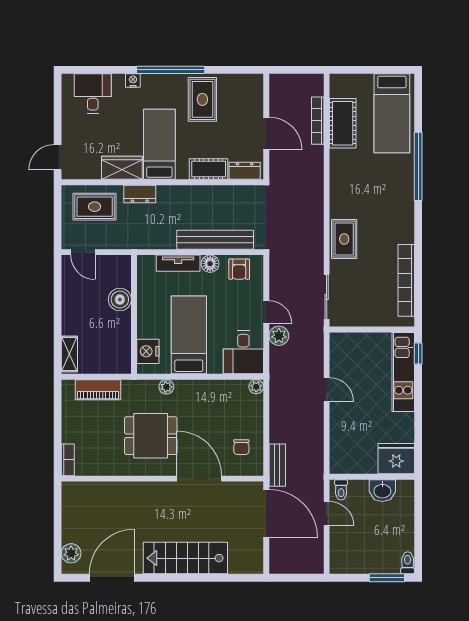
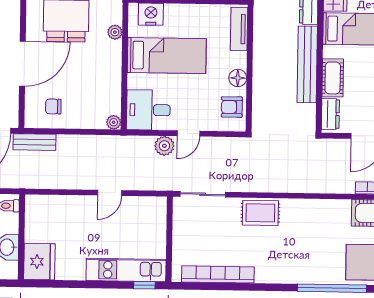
bench: (215, 240) -> (307, 64), moved
tv unit: (178, 263) -> (239, 29), moved

